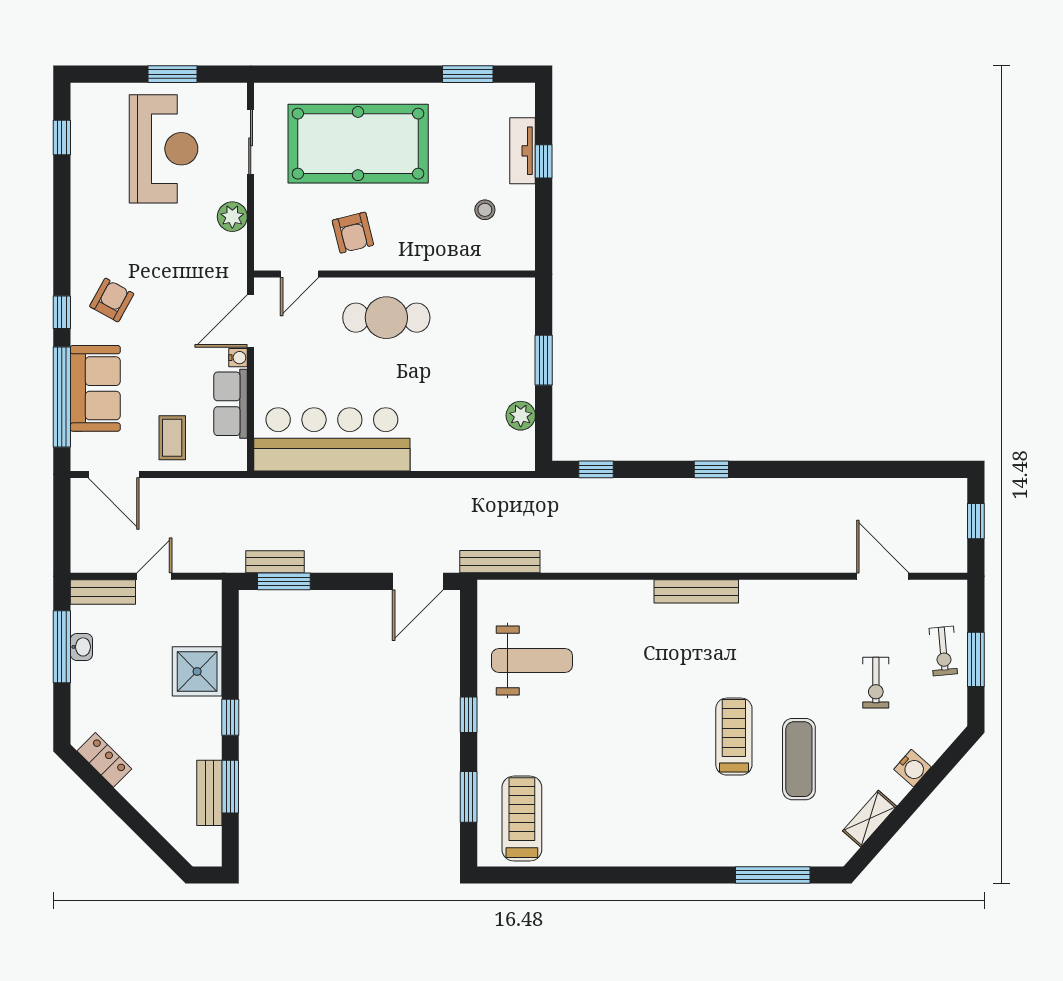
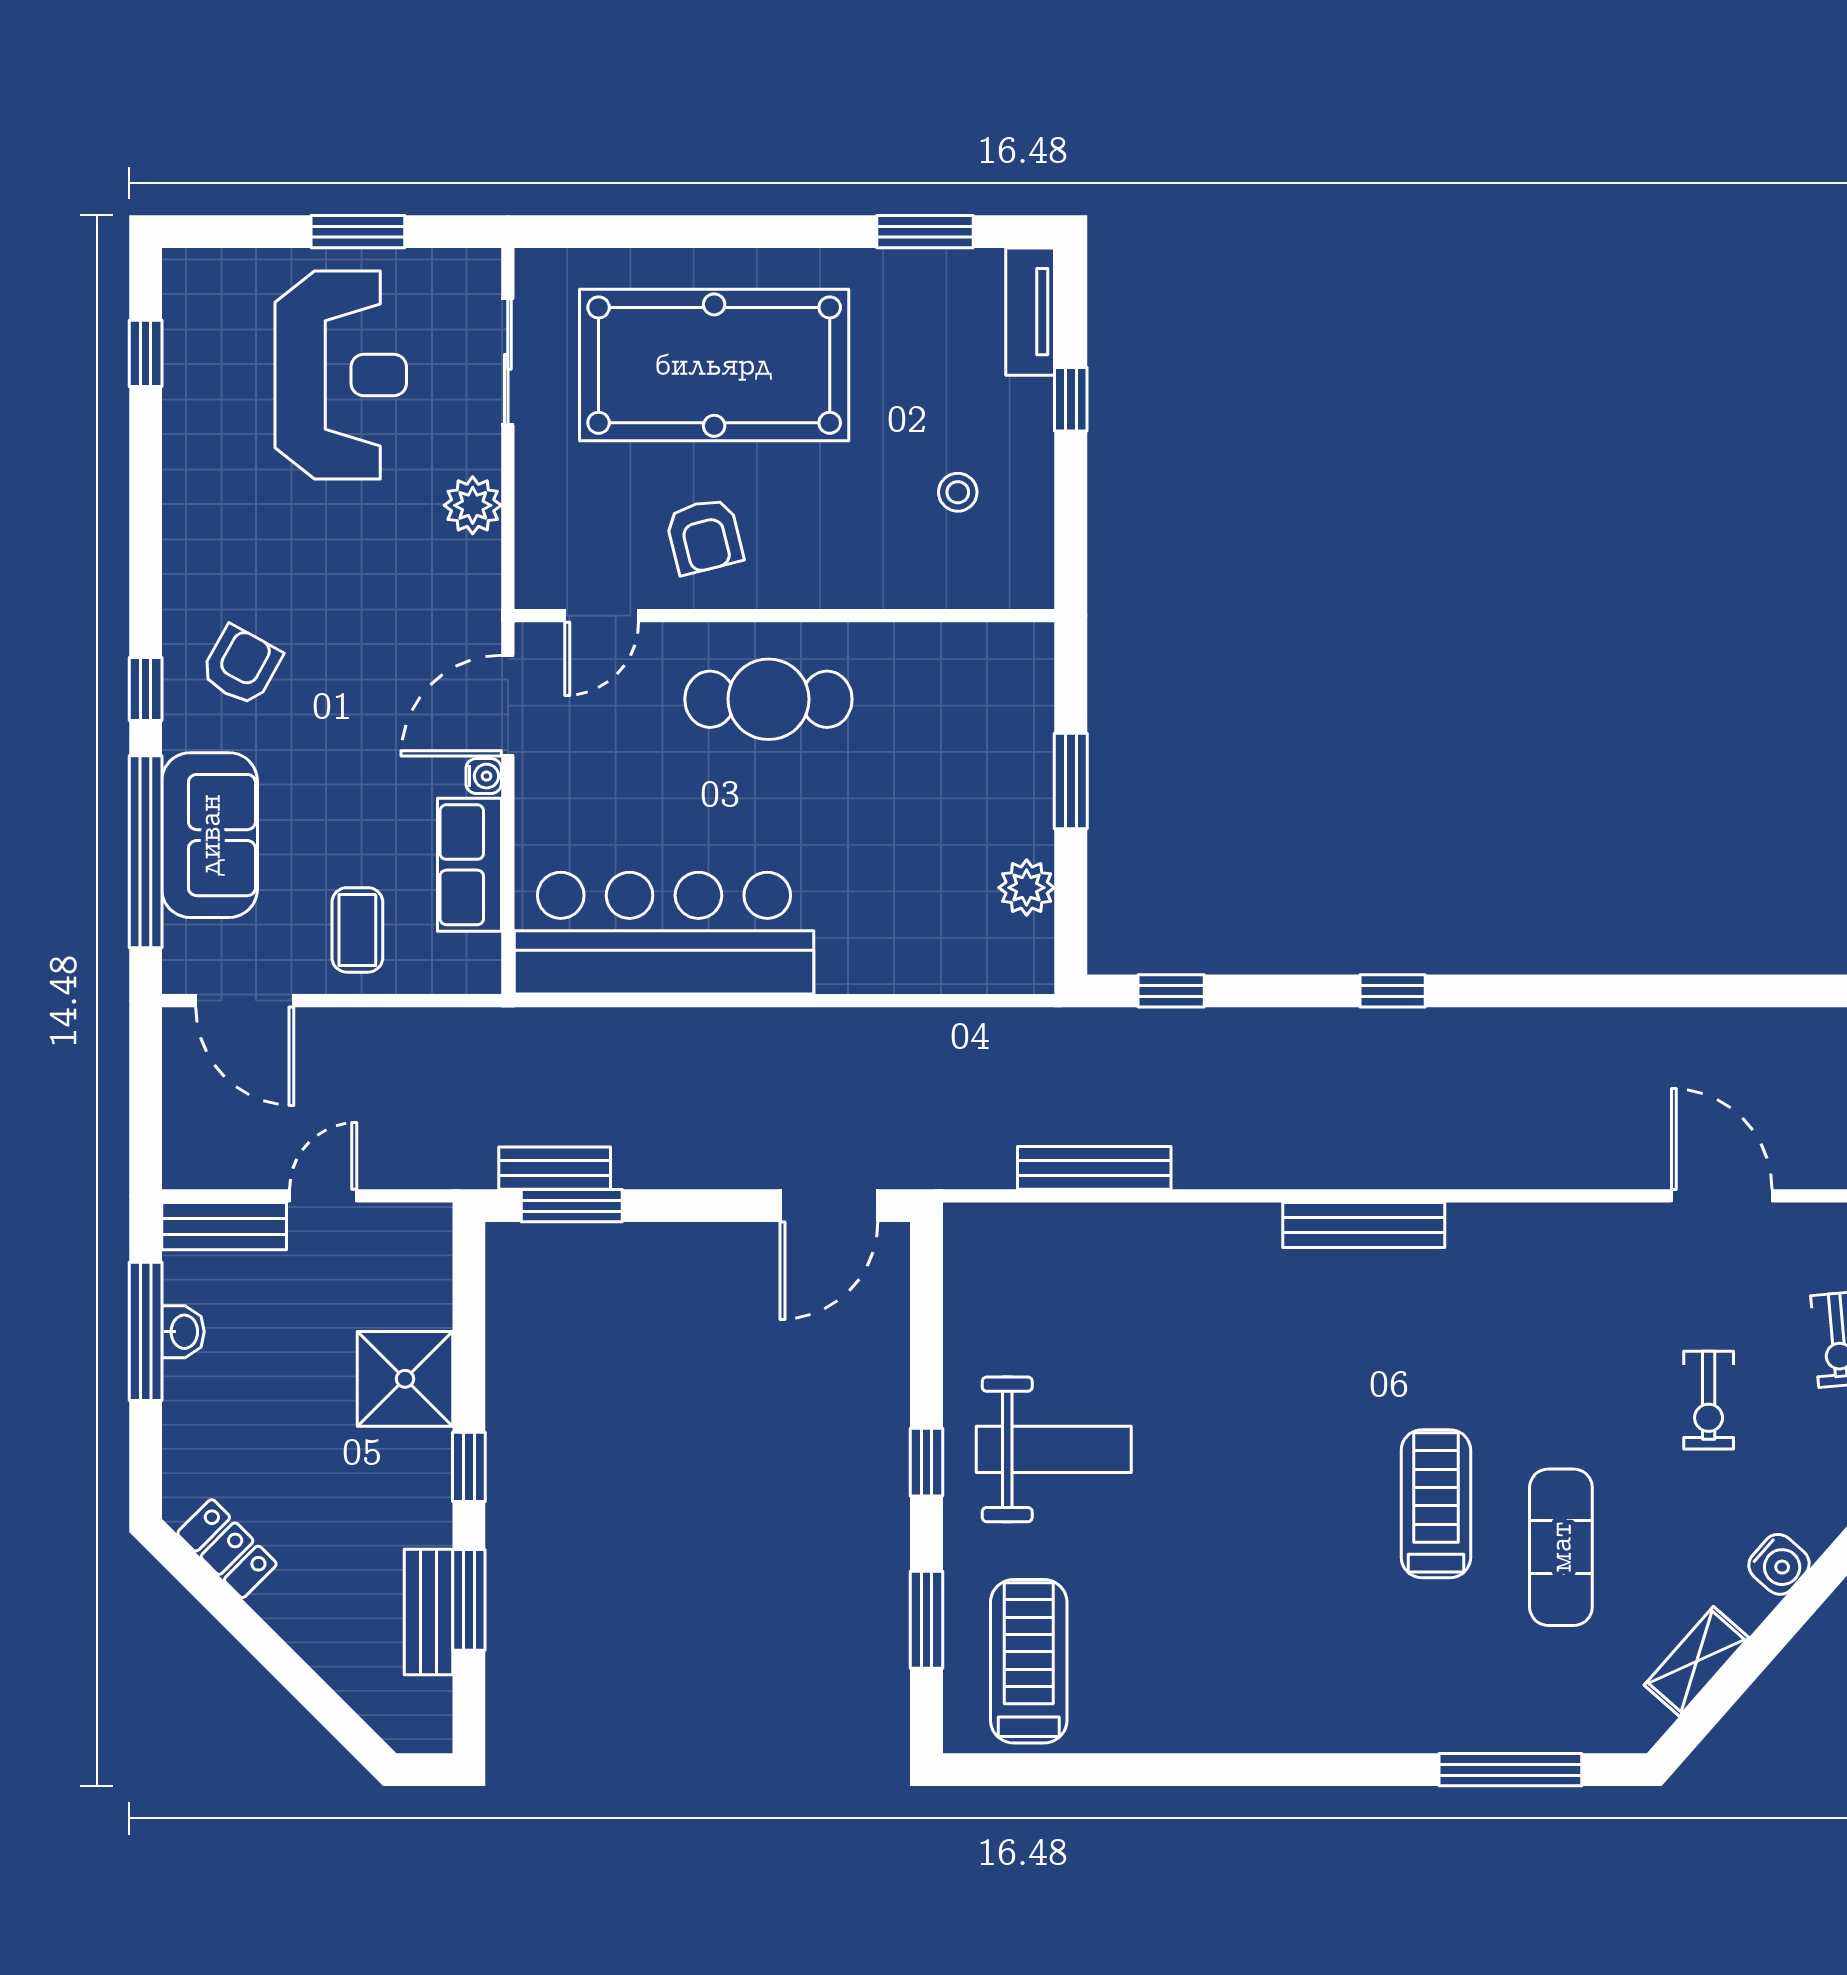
tv unit: (523, 151) -> (1030, 312), moved
bench: (500, 562) -> (1094, 1168), moved
weight bench: (532, 661) -> (1054, 1449), moved

